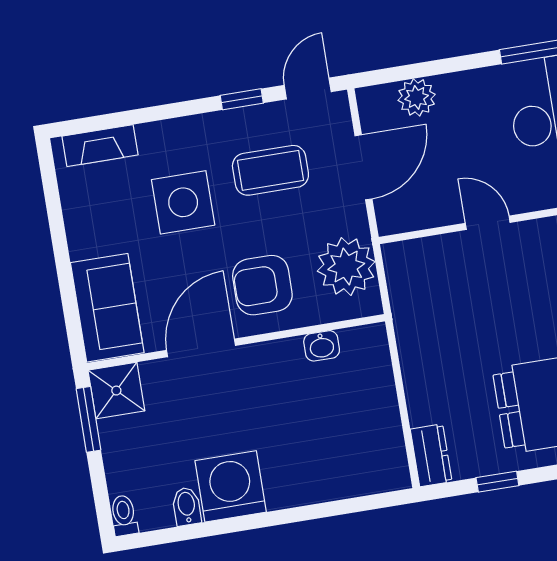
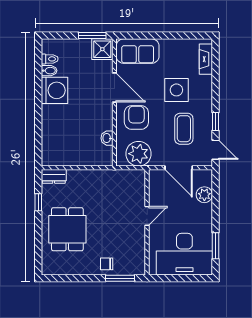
toilet: (124, 515) -> (50, 59), moved

